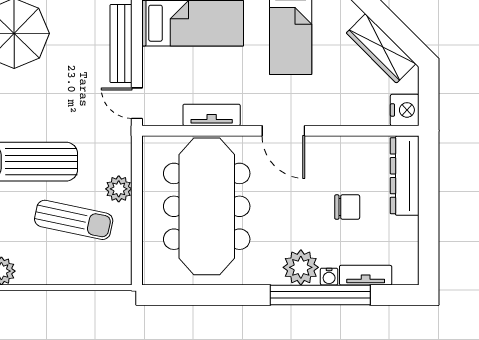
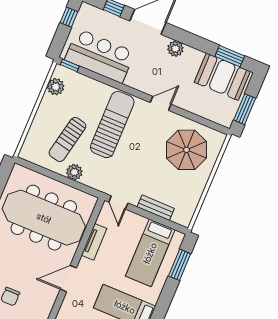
bench: (121, 44) -> (156, 208), width x0.73
door: (137, 103) -> (118, 203), swing flipped

